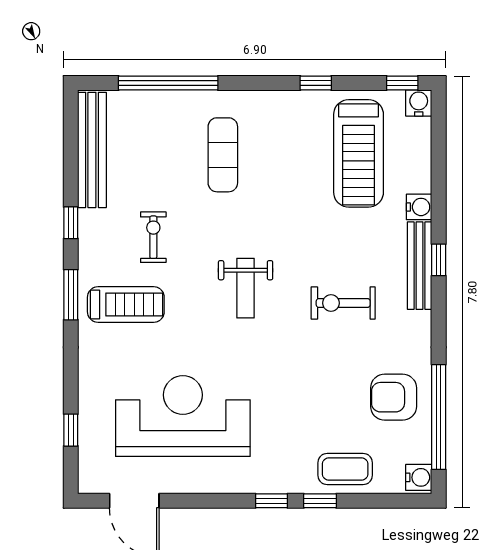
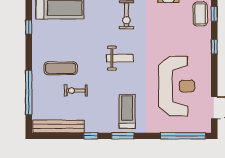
exercise bike: (153, 237) -> (76, 91), moved
reception desk: (183, 416) -> (177, 86), turned 180
window: (71, 430) -> (183, 136), width x3.17
window: (320, 501) -> (214, 14), moved

